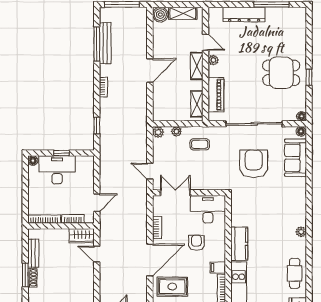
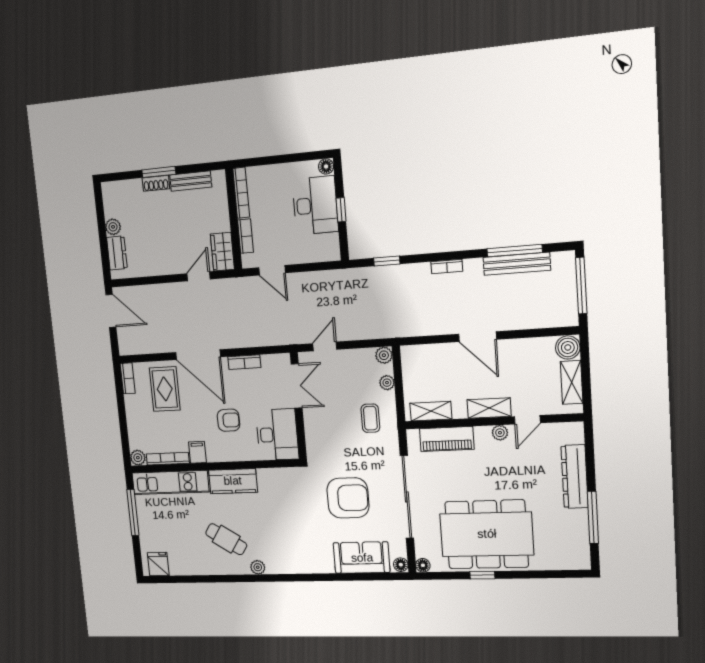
dining table: (281, 73) -> (487, 534), width x1.88, depth x1.24
cafe table: (295, 273) -> (226, 539), moved, turned 33

